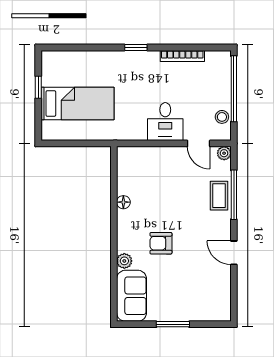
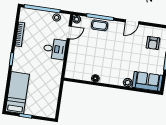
bed: (77, 104) -> (17, 93), moved
armchair: (161, 243) -> (153, 43), moved

